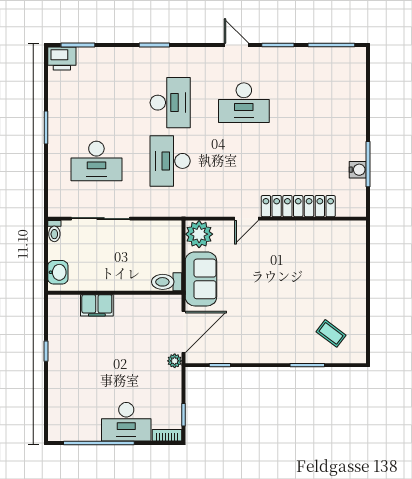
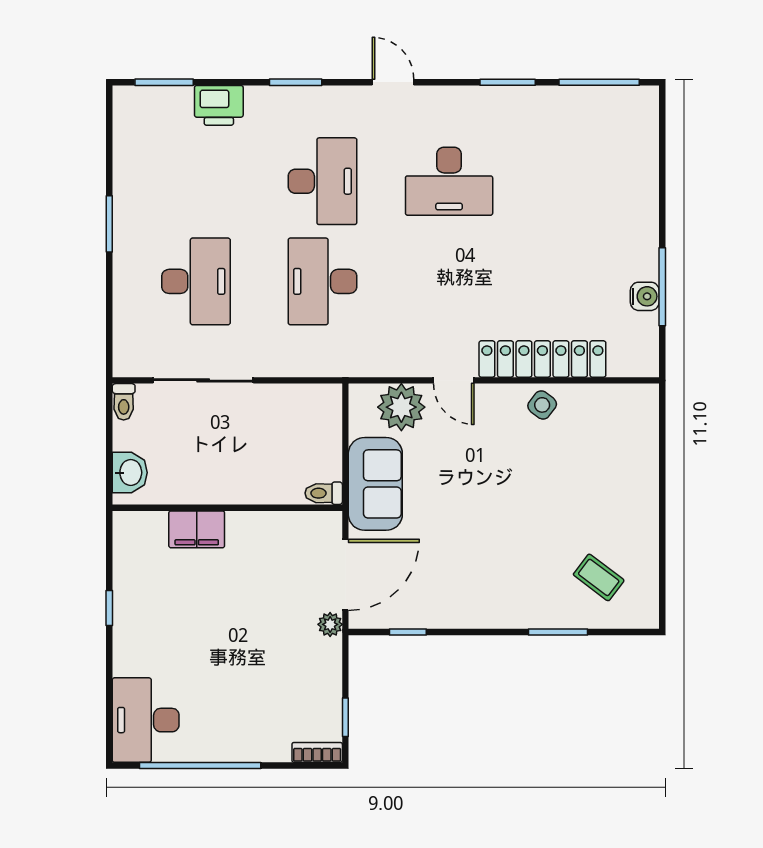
door: (236, 45) -> (393, 82), moved
printer: (62, 58) -> (219, 105), moved
desk: (96, 161) -> (196, 281), turned -90
door: (247, 219) -> (454, 380), hinge flipped
side table: (298, 233) -> (542, 405), added
plant: (199, 234) -> (401, 407), moved
toilet: (167, 282) -> (324, 493), width x0.73, depth x0.72
desk: (126, 422) -> (146, 720), moved, turned 90

